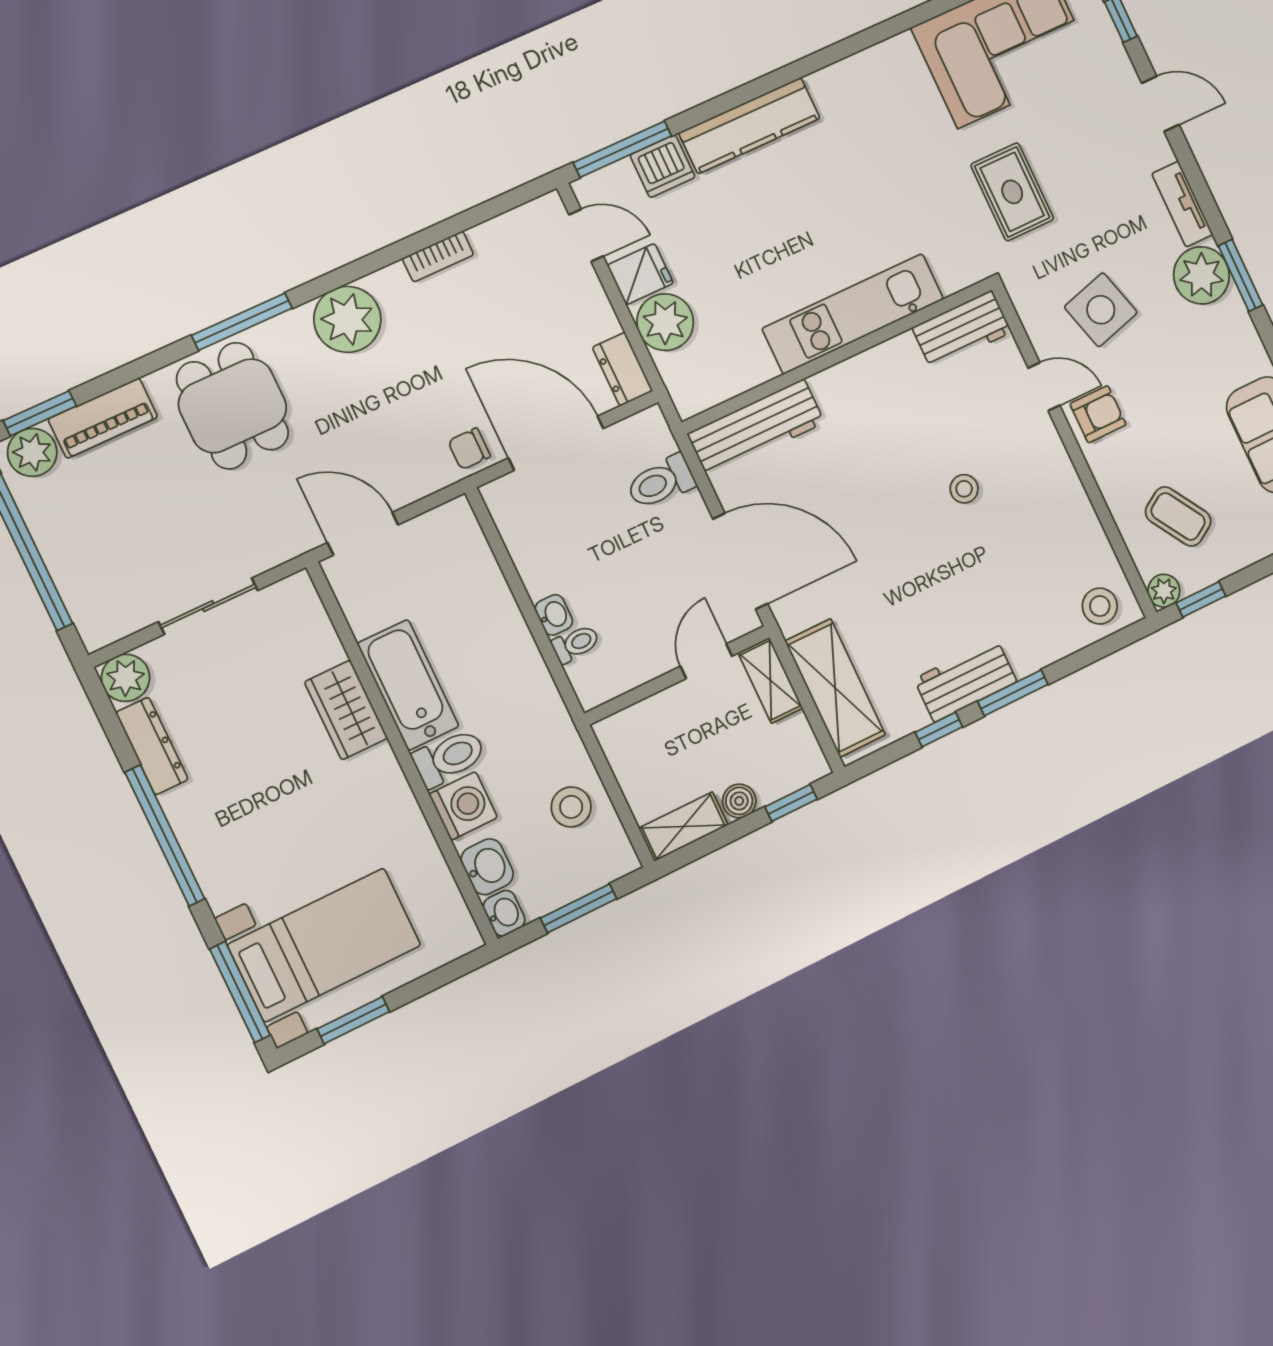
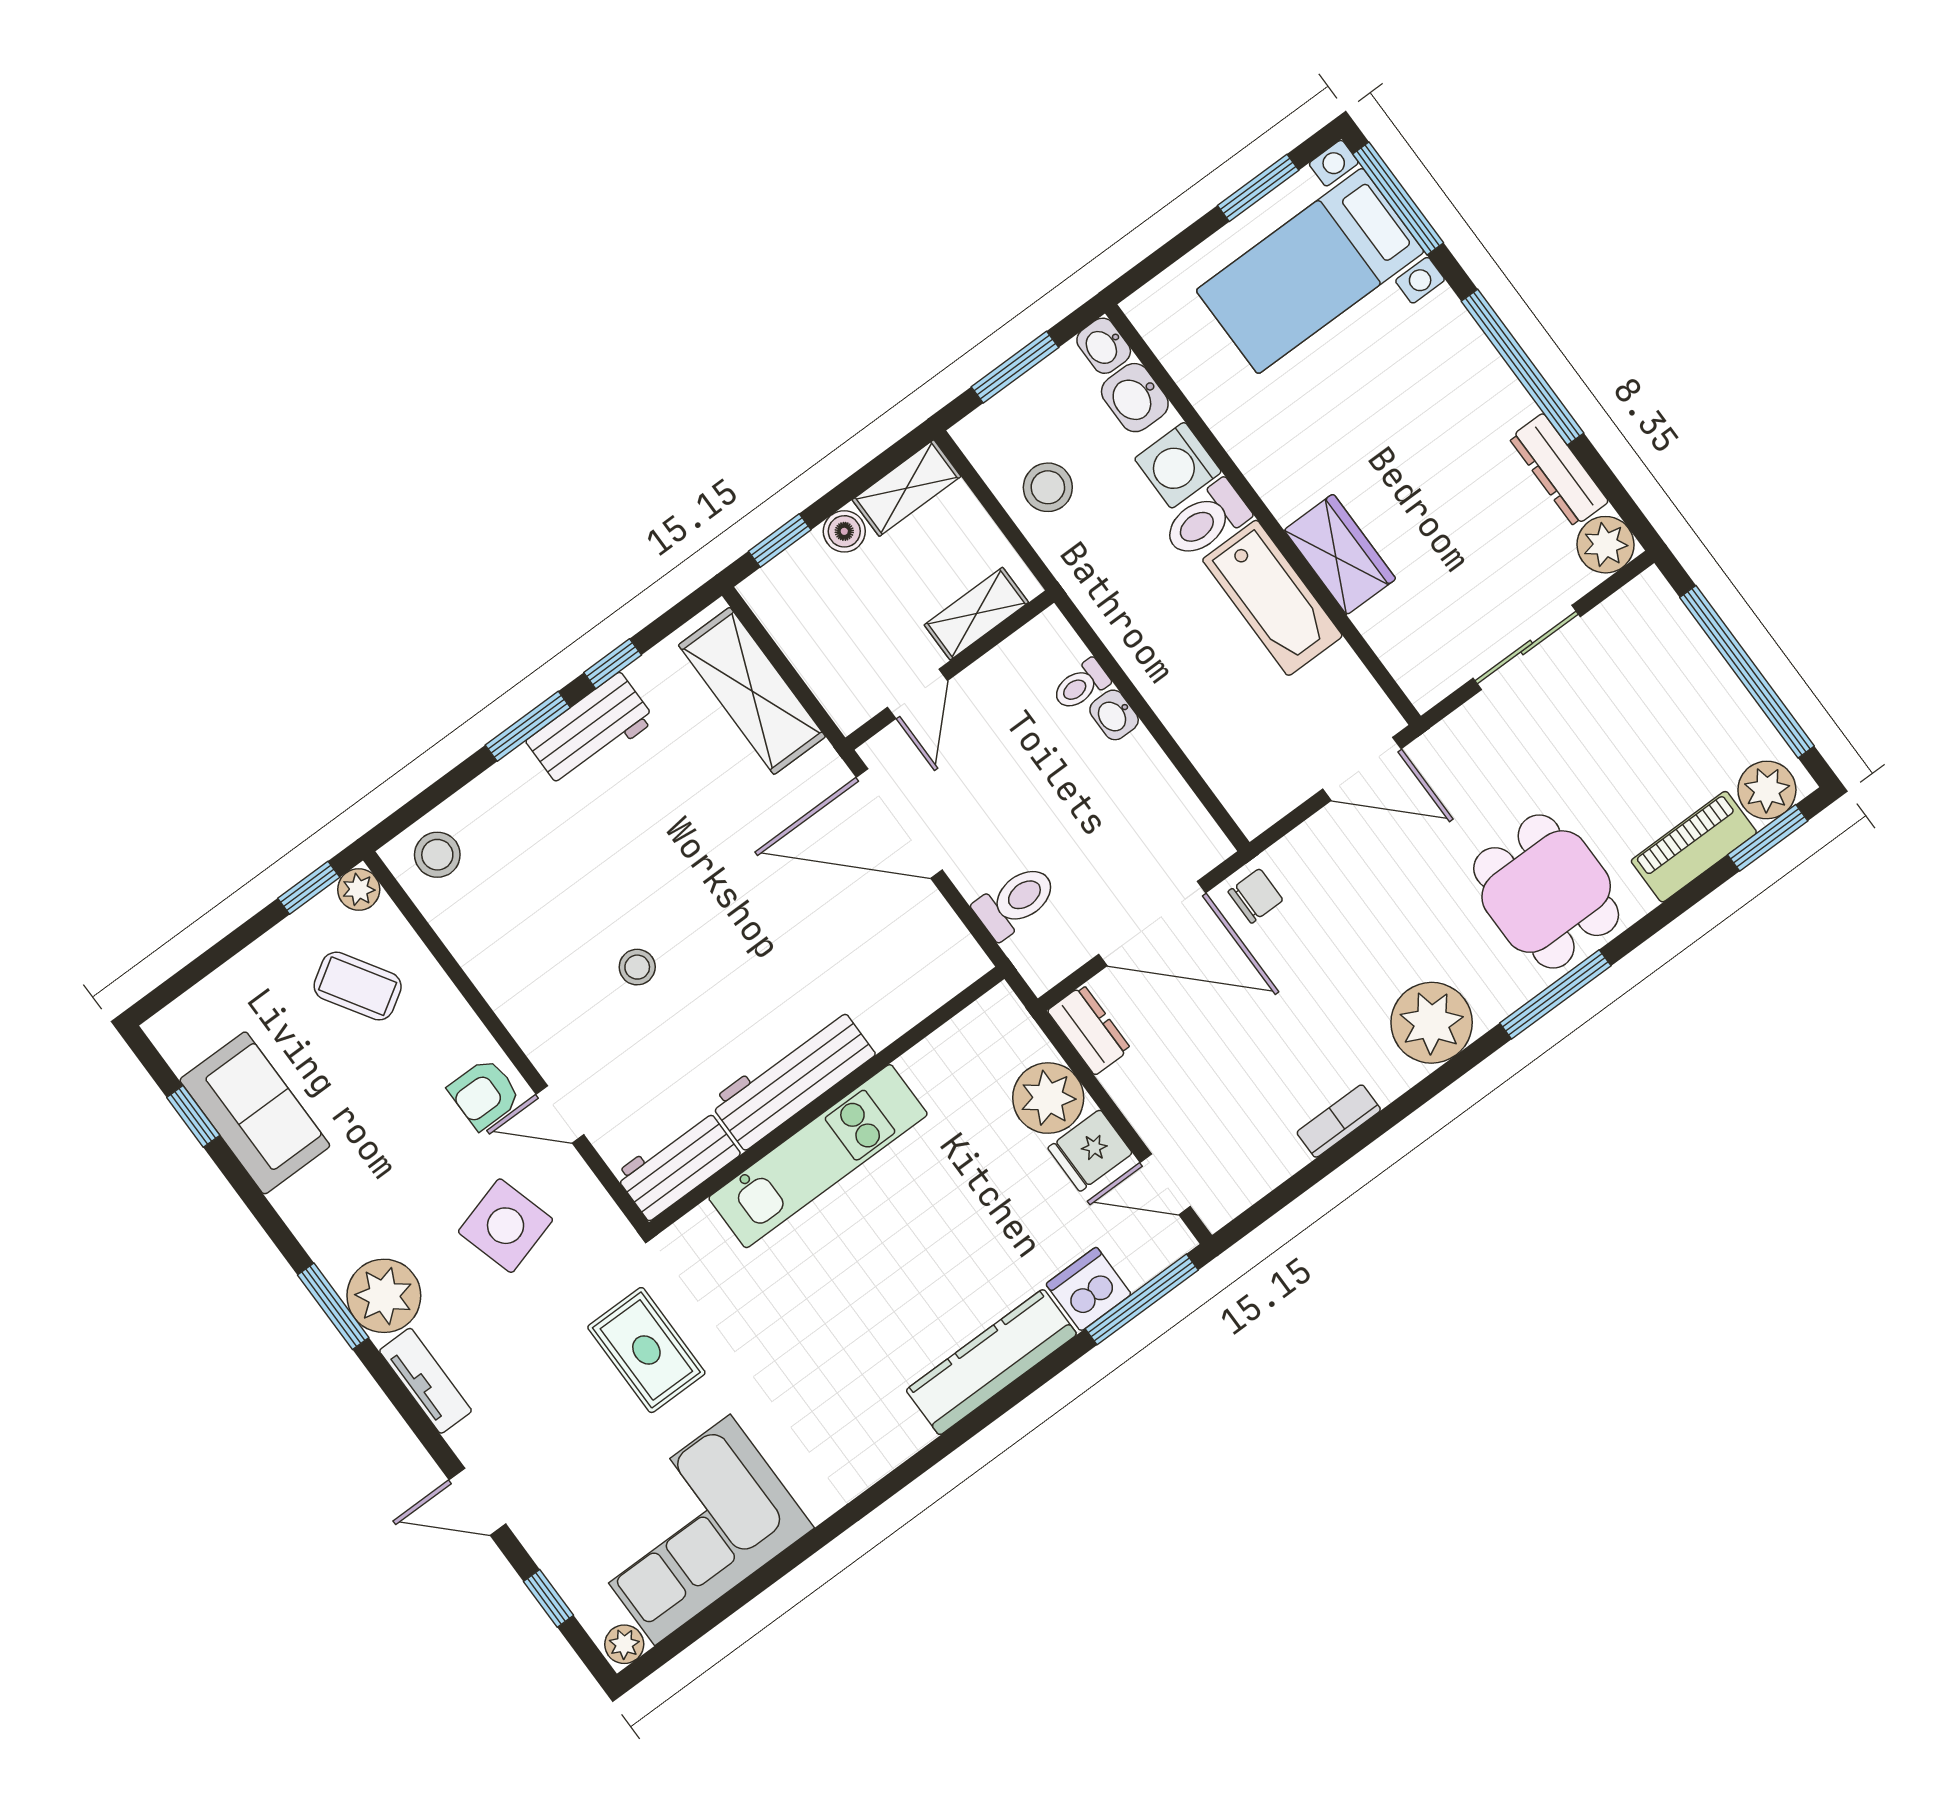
workbench: (756, 428) -> (792, 1078), moved
shelving: (770, 680) -> (976, 614), moved, turned 90

